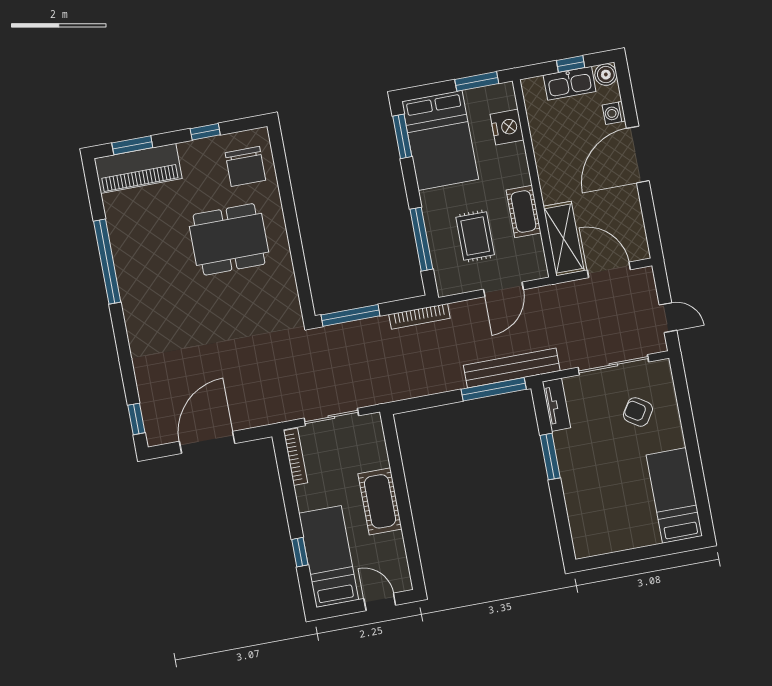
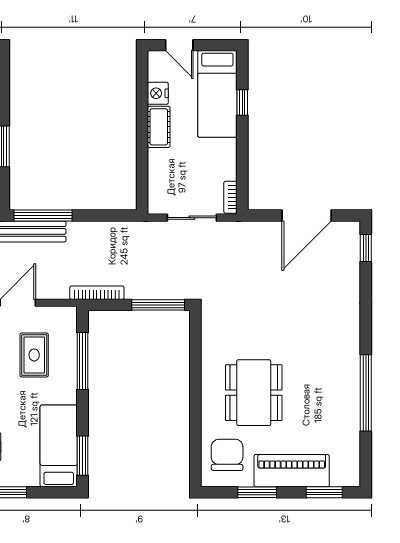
window: (205, 132) -> (257, 492), width x1.50
bed: (440, 140) -> (59, 446), width x0.67
piano: (138, 168) -> (292, 471), moved
dining table: (229, 239) -> (254, 393), turned 90
bookcase: (295, 457) -> (230, 197), width x0.64
cot: (380, 501) -> (159, 127), width x0.73, depth x0.75
nightstand: (393, 545) -> (158, 93), added

